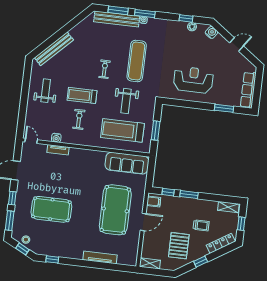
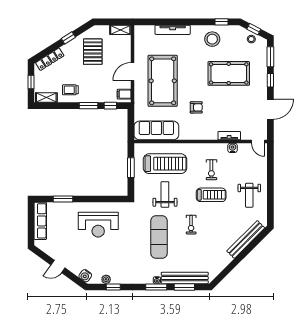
armchair: (86, 181) -> (196, 107), added
trolley: (201, 225) -> (70, 90), moved
stool: (63, 244) -> (212, 39), added

